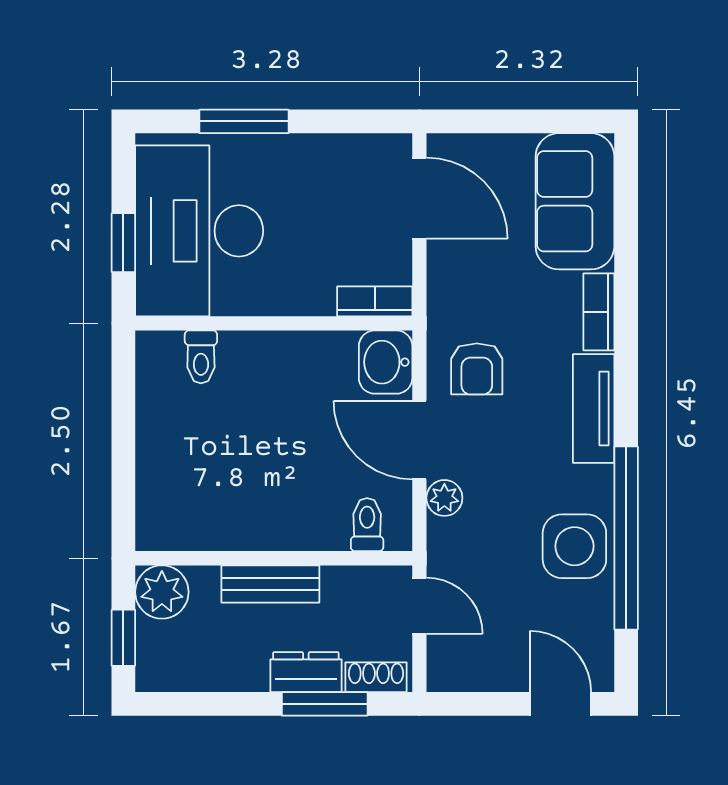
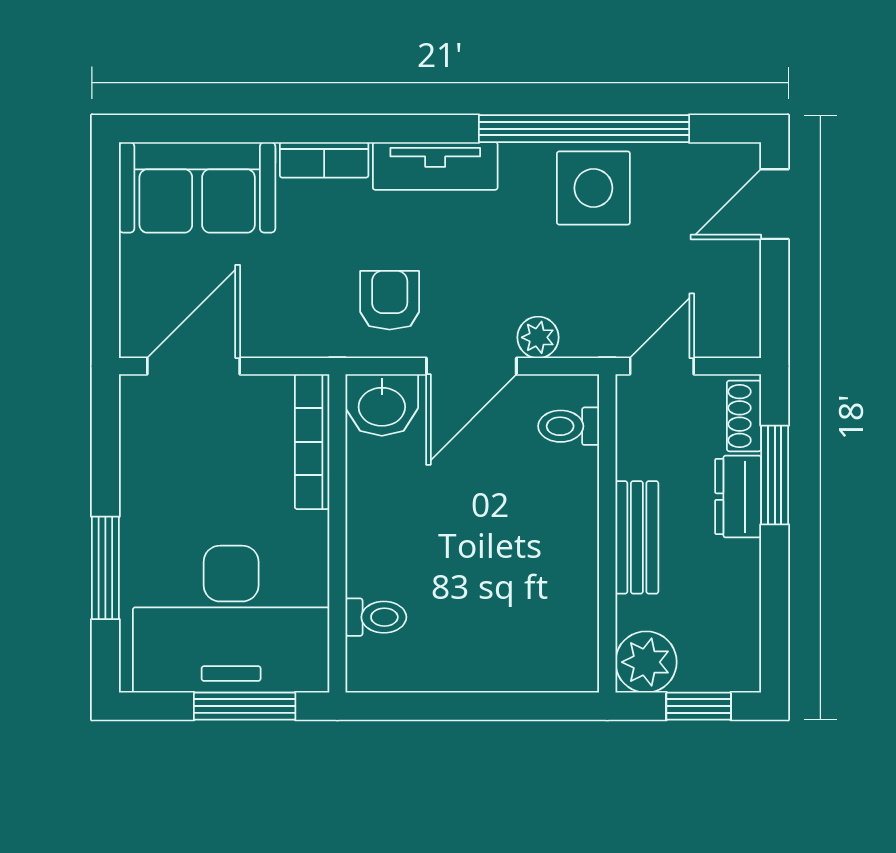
window: (123, 243) -> (245, 706), width x1.50
bookcase: (375, 301) -> (312, 442), width x1.56
armchair: (477, 369) -> (390, 300), turned -90

